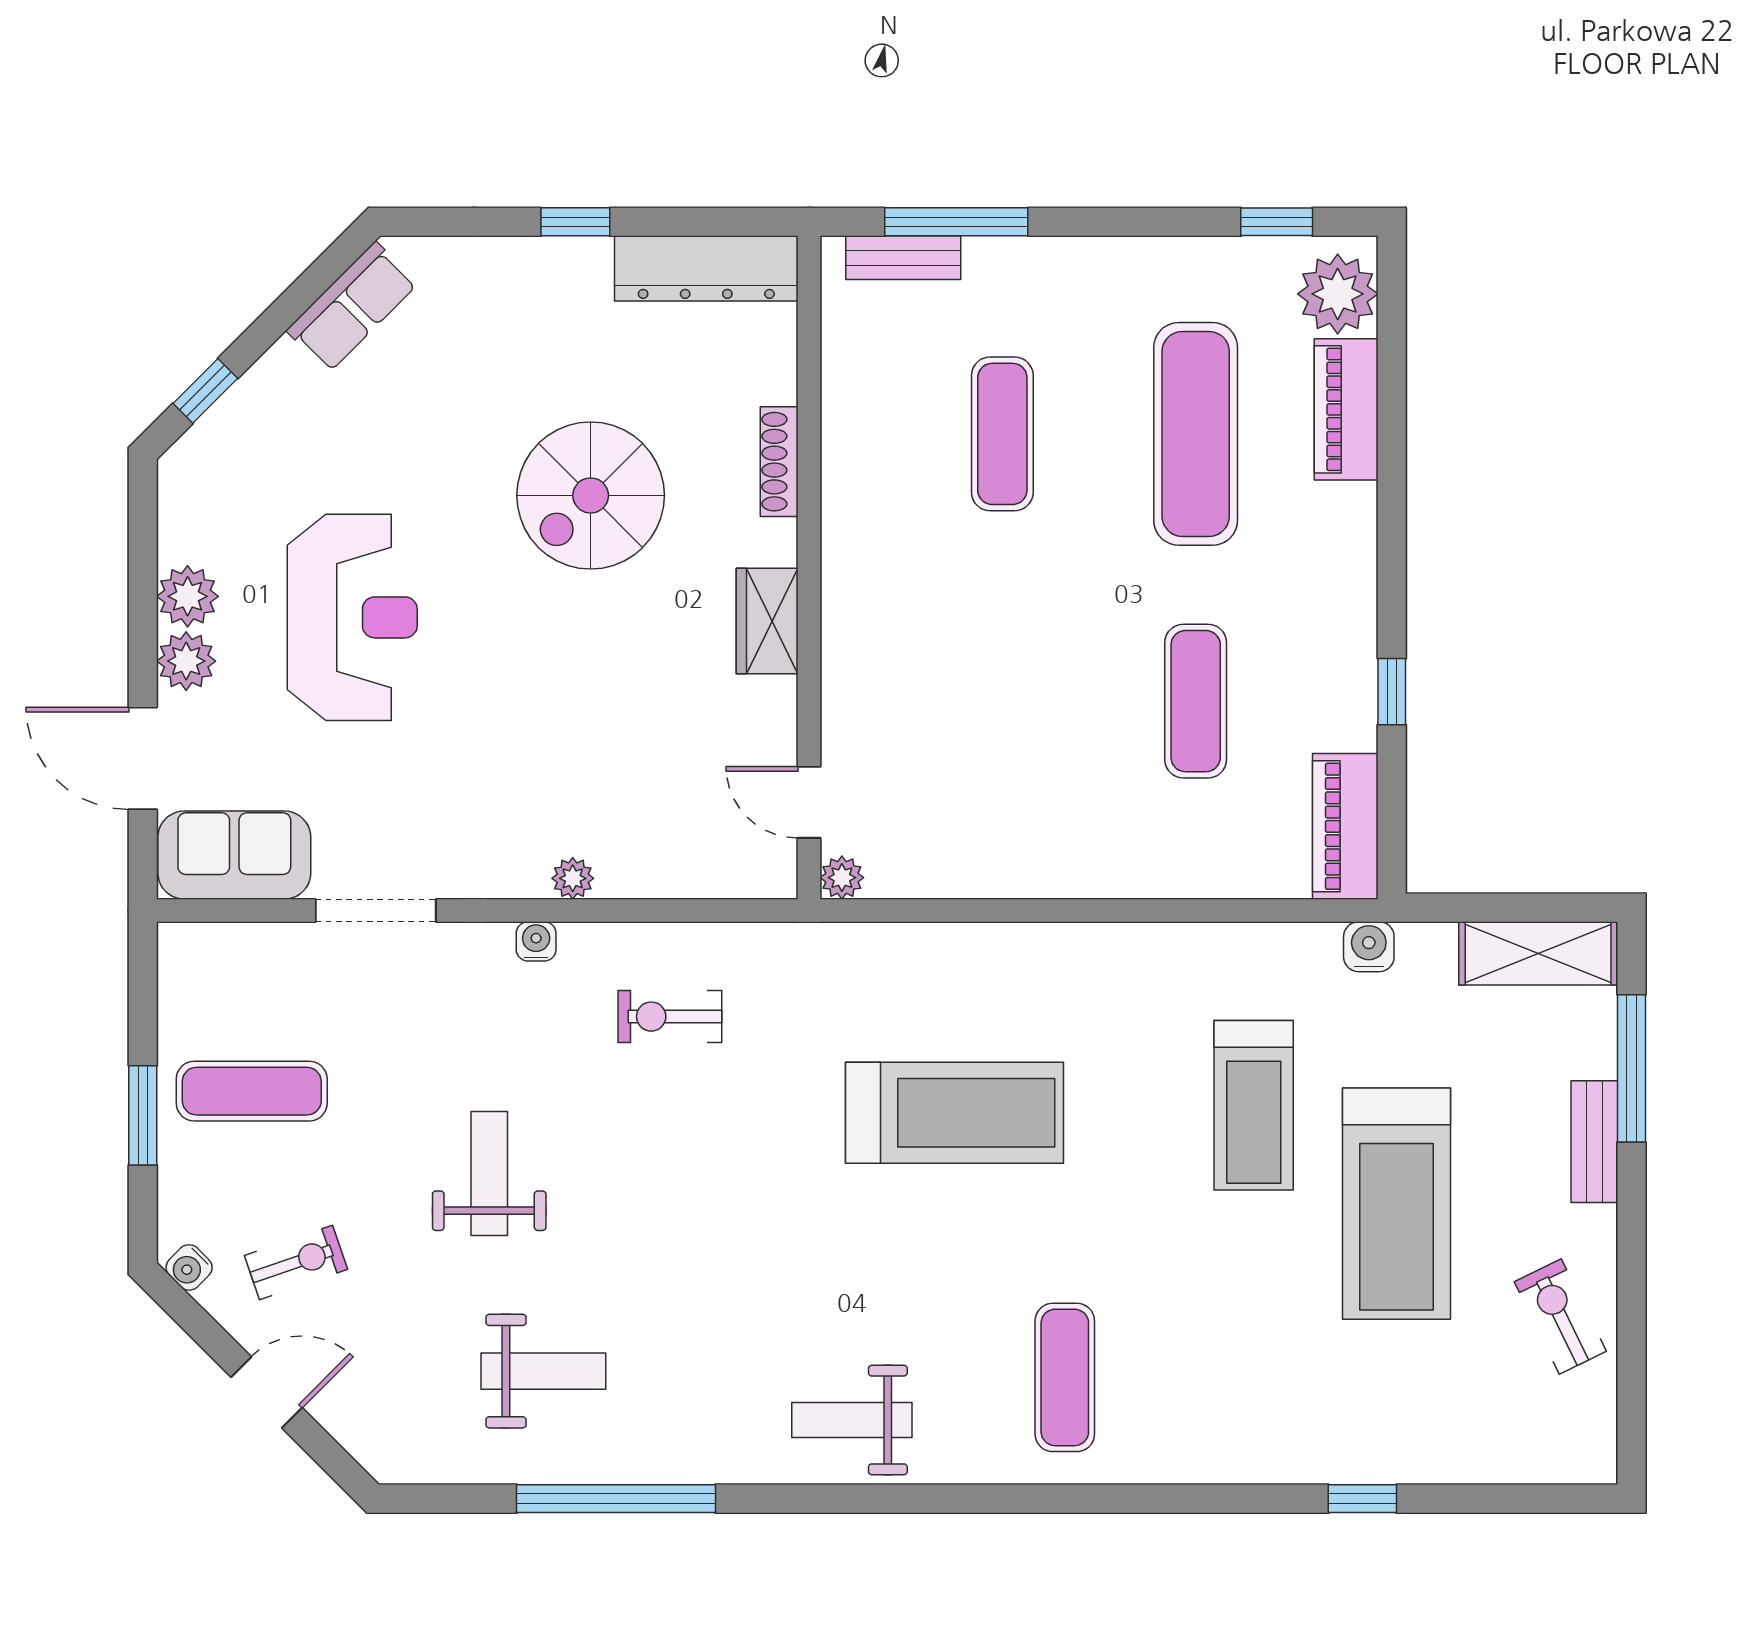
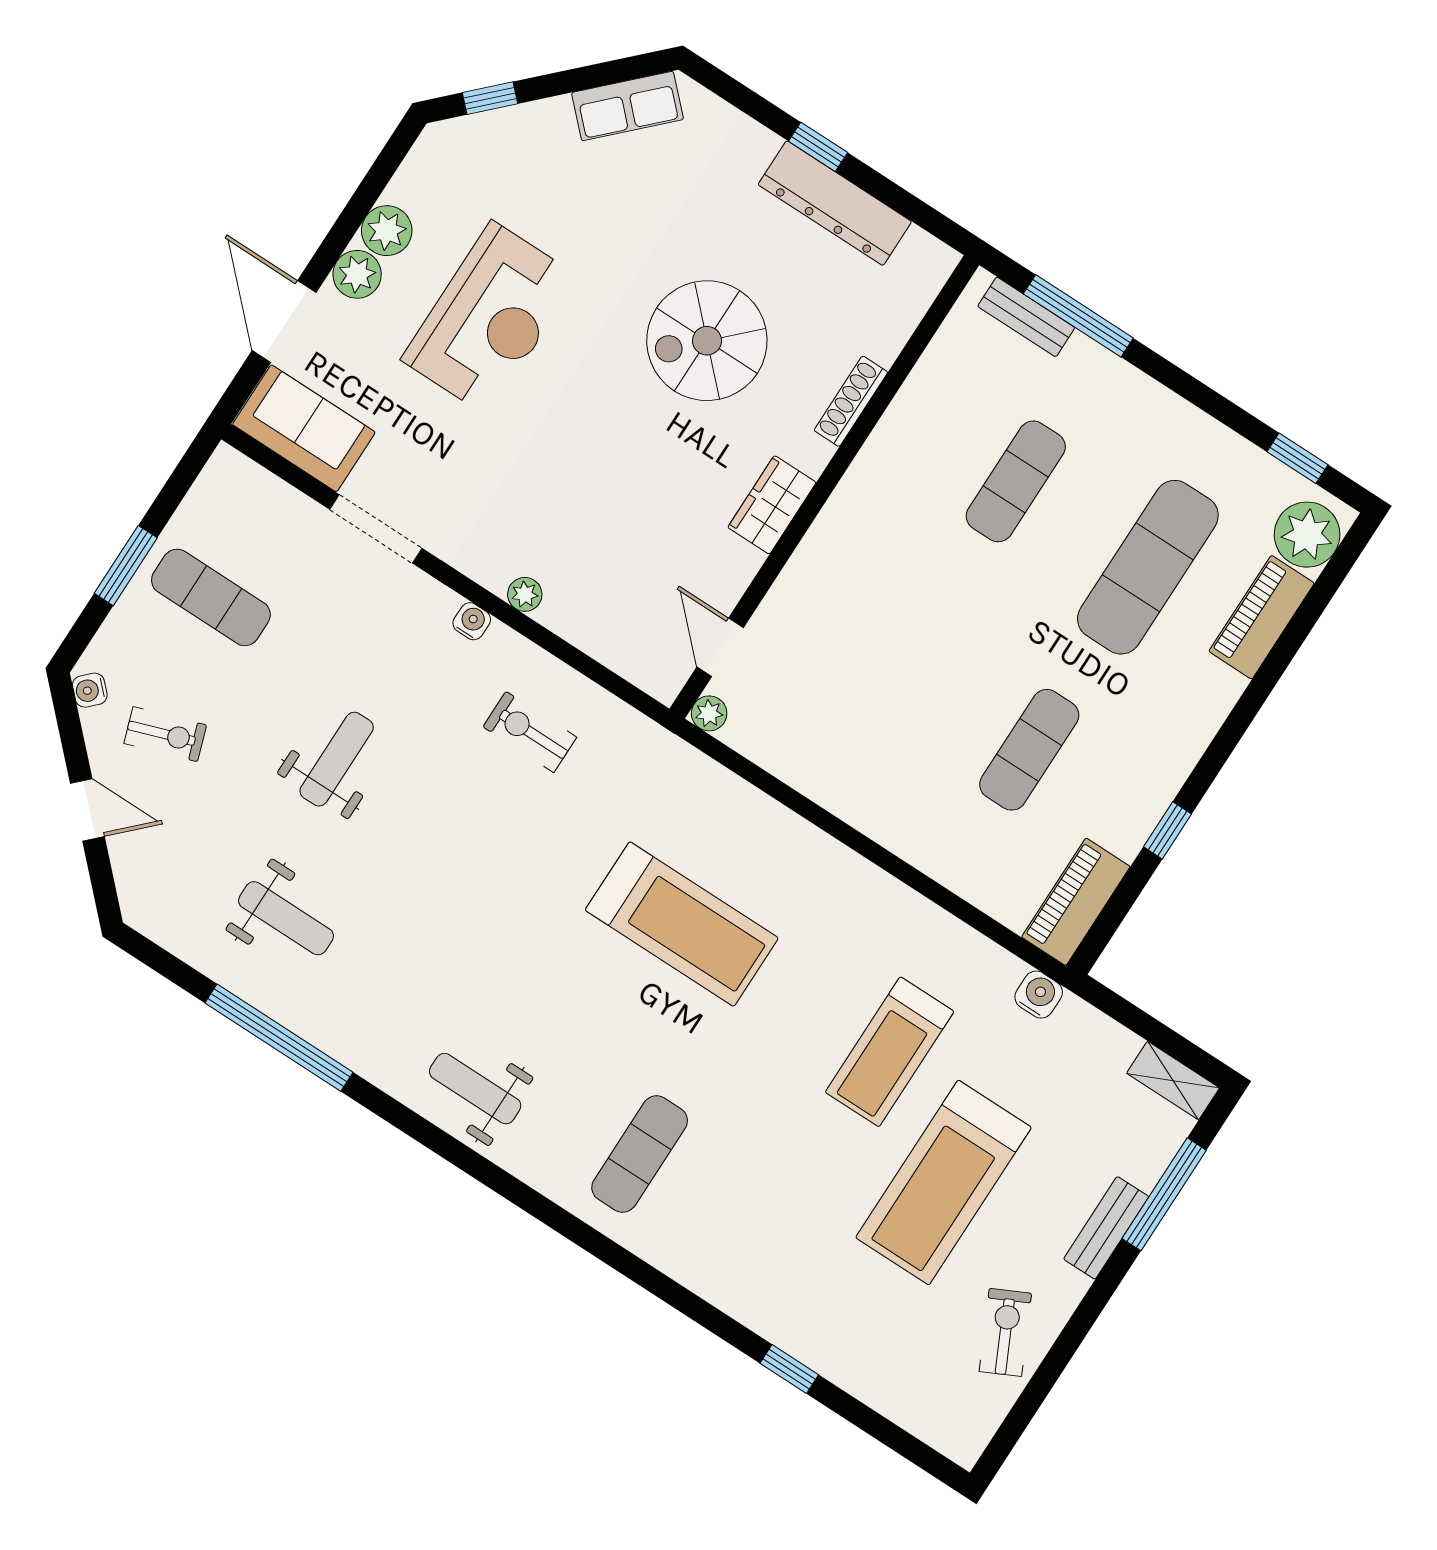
dresser: (706, 268) -> (835, 203), moved
shelving: (1538, 953) -> (1173, 1081), width x0.67, depth x0.75

